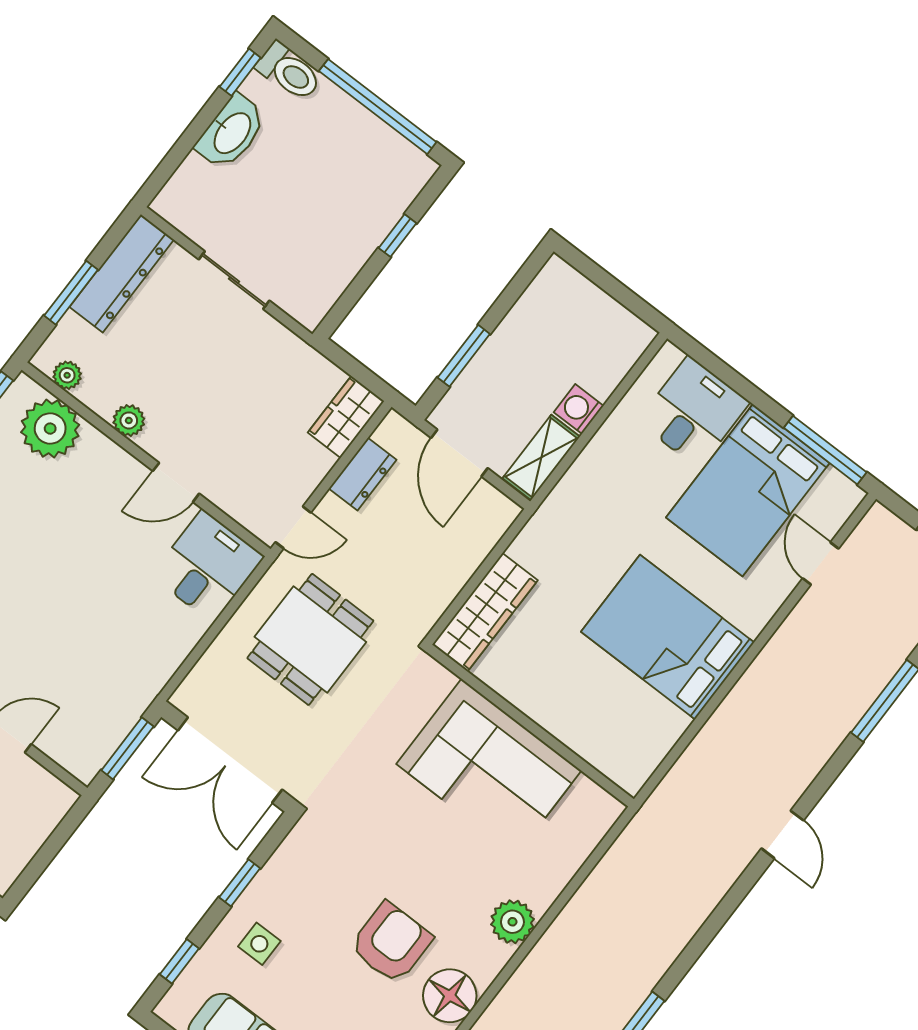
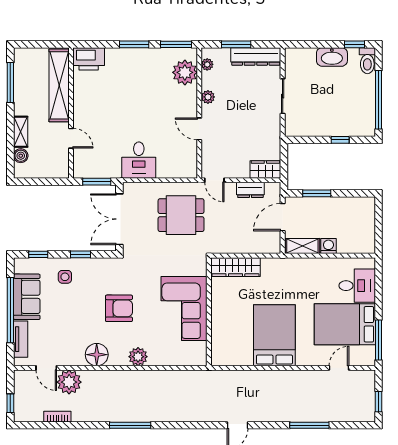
desk: (208, 566) -> (139, 160), moved, turned 90
armchair: (391, 943) -> (119, 308), moved

